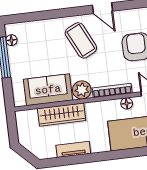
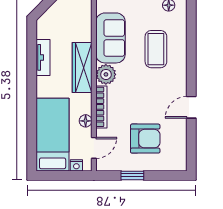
coffee table: (81, 40) -> (156, 49), moved, turned -64
wardrobe: (62, 115) -> (82, 68), moved

